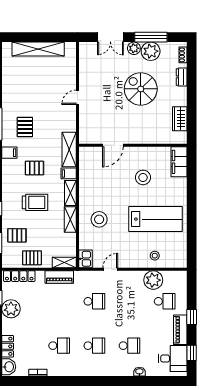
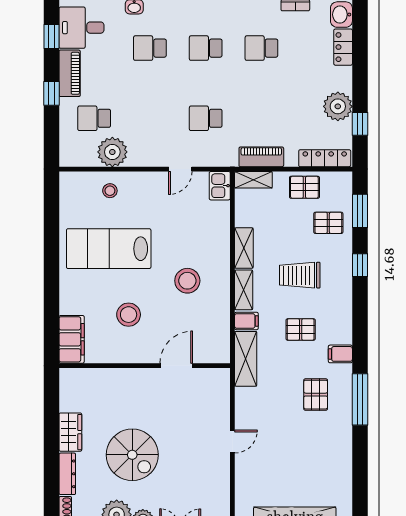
dresser: (182, 77) -> (67, 474), width x1.44
wardrobe: (180, 119) -> (70, 432), moved
stool: (99, 219) -> (187, 281), moved

